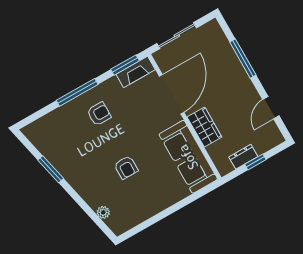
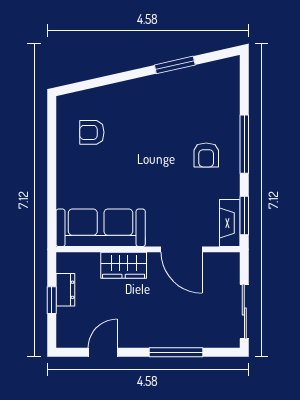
sliding door: (177, 36) -> (244, 312), moved
door: (172, 94) -> (182, 249), width x0.73
door: (271, 108) -> (103, 352), hinge flipped
armchair: (126, 167) -> (92, 132), moved
plant: (103, 212) -> (92, 96), removed

